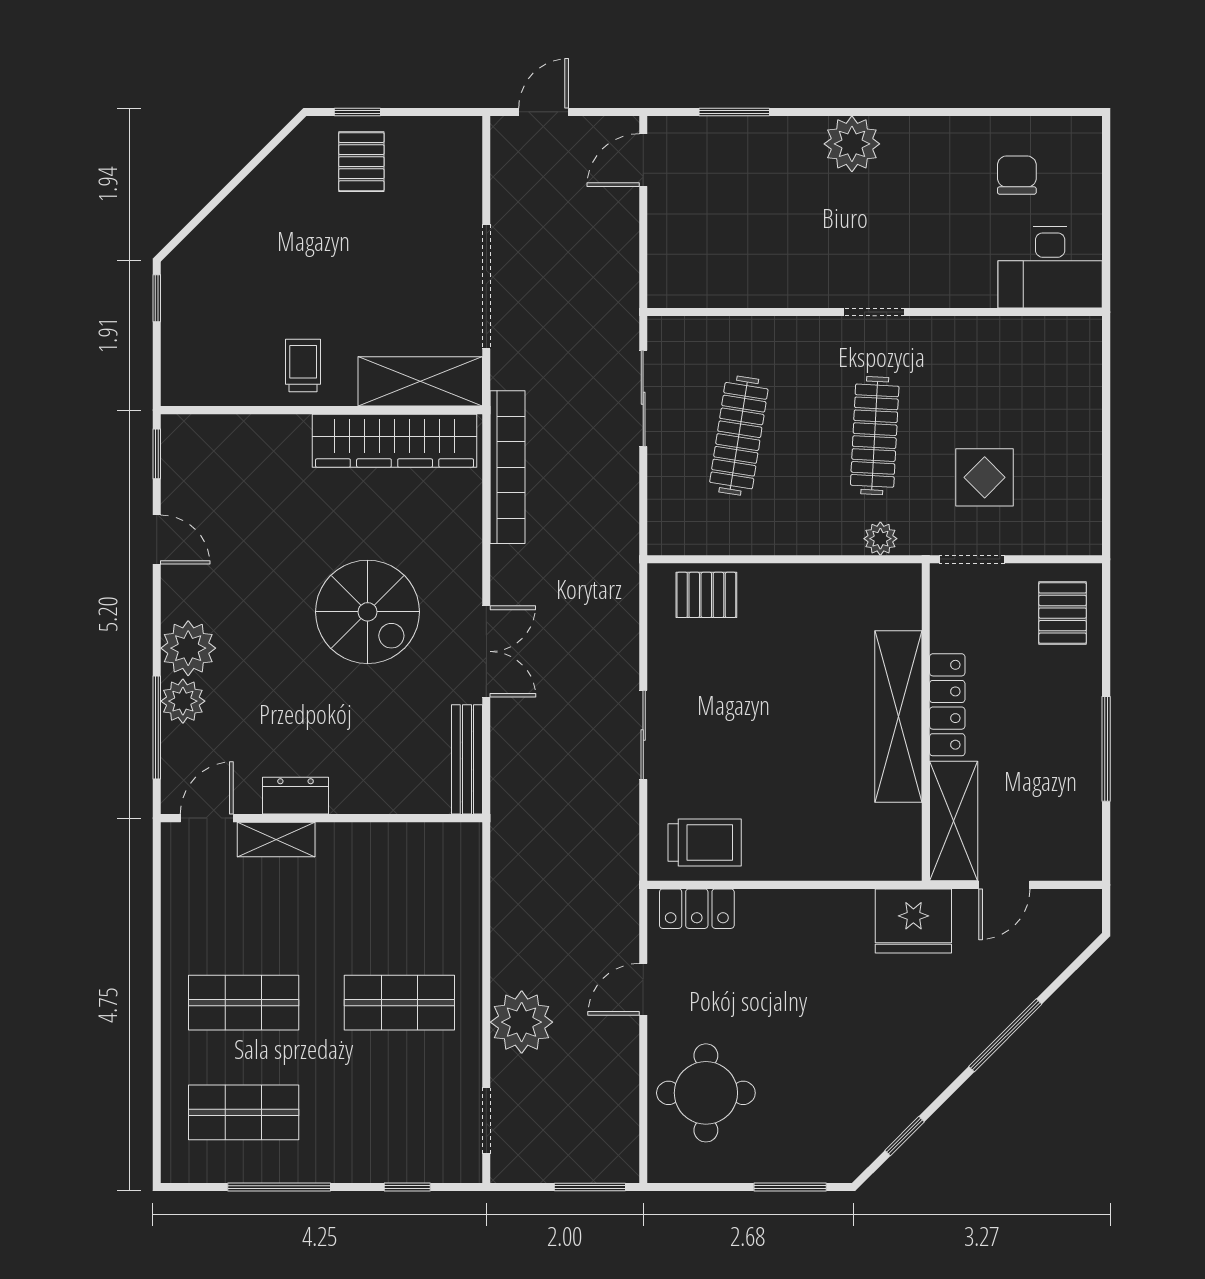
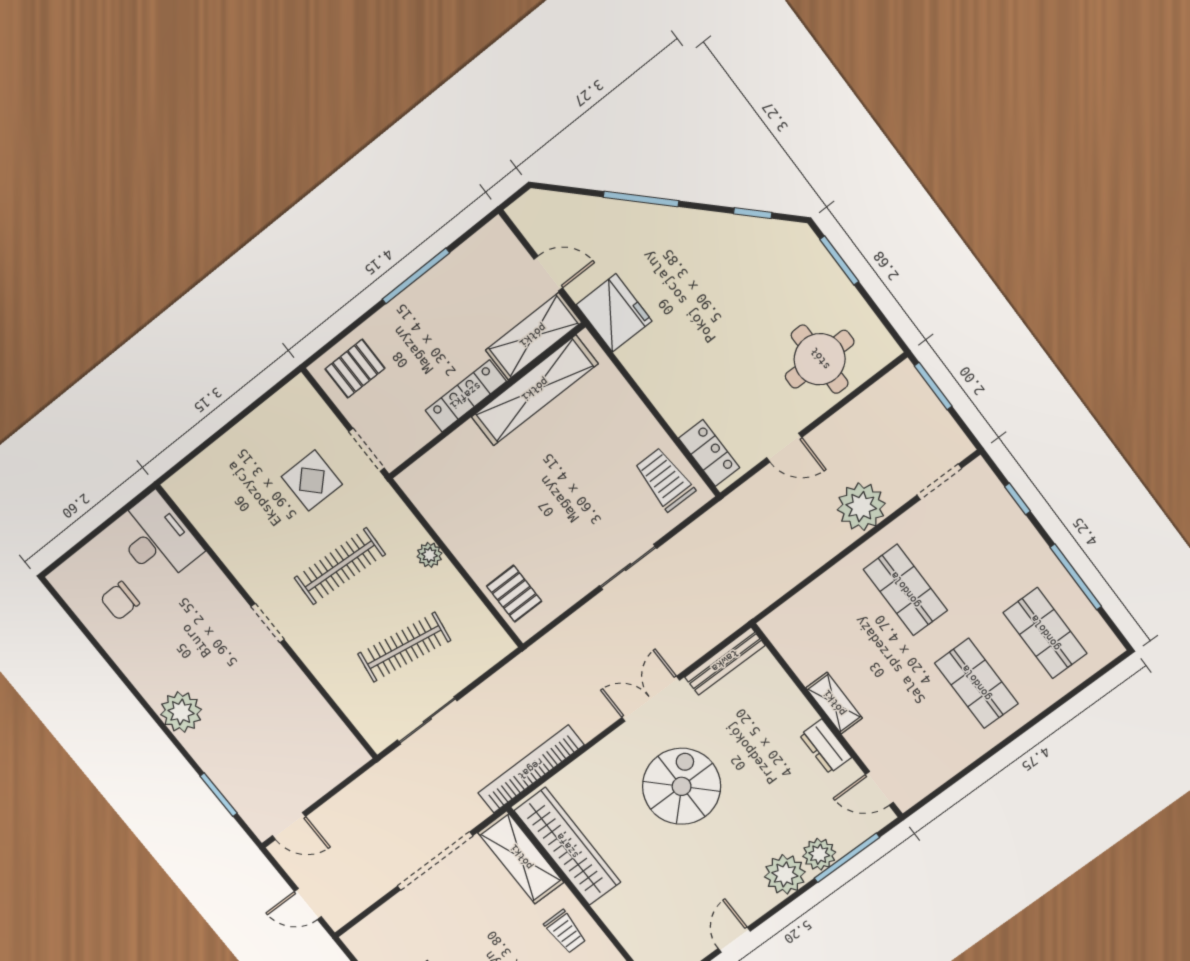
trolley: (303, 365) -> (565, 932), turned -90
plant: (880, 539) -> (430, 555), moved
shelving: (898, 716) -> (535, 390), moved
shelving: (276, 840) -> (834, 703), moved

